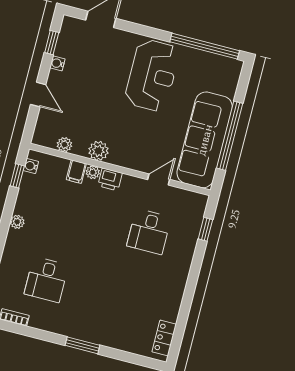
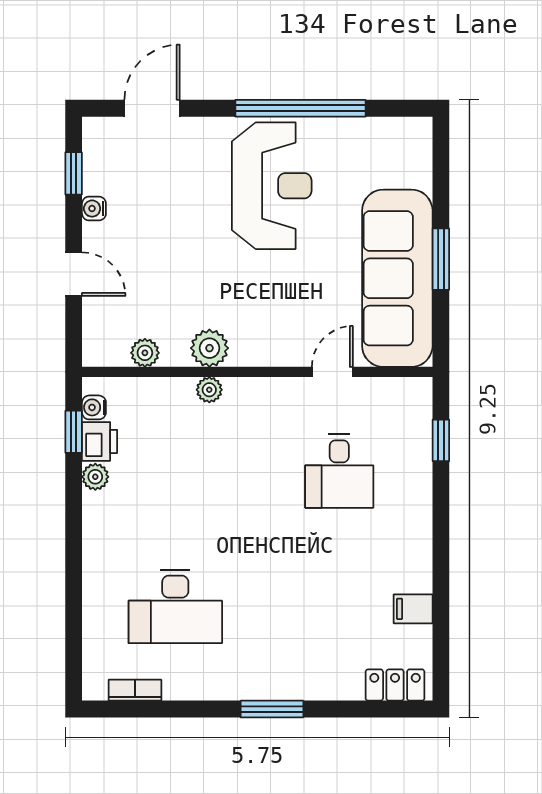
window: (205, 46) -> (300, 108), moved
window: (230, 136) -> (441, 259), width x0.47
filing cabinet: (76, 172) -> (413, 609), moved, turned 90
printer: (110, 179) -> (100, 441), moved, turned -90
plant: (17, 222) -> (95, 477), moved
desk: (46, 280) -> (175, 607), width x1.37
locker: (164, 338) -> (395, 685), moved, turned 90

